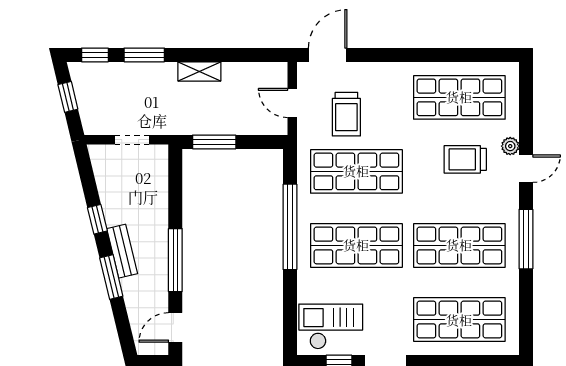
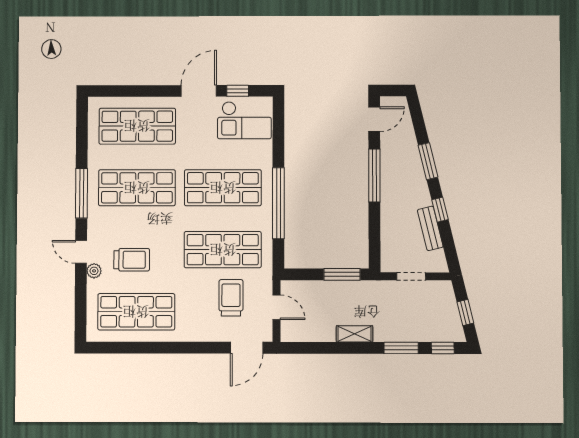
door: (526, 169) -> (81, 252), hinge flipped
bench: (122, 251) -> (430, 228), moved

